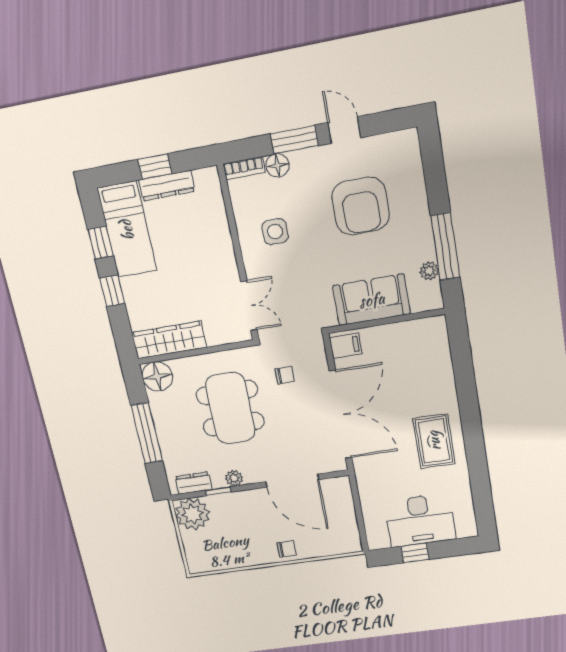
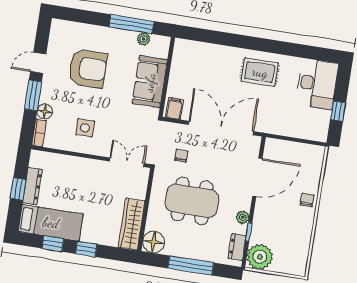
desk: (420, 520) -> (317, 84), moved

